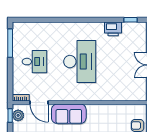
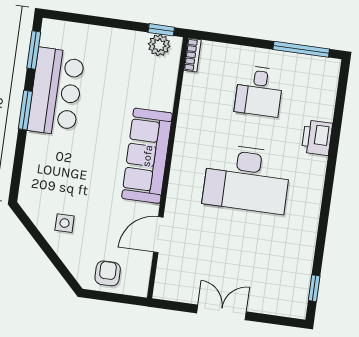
printer: (113, 29) -> (317, 138), moved
door: (39, 103) -> (158, 235), moved
sofa: (69, 114) -> (147, 156), width x1.36

